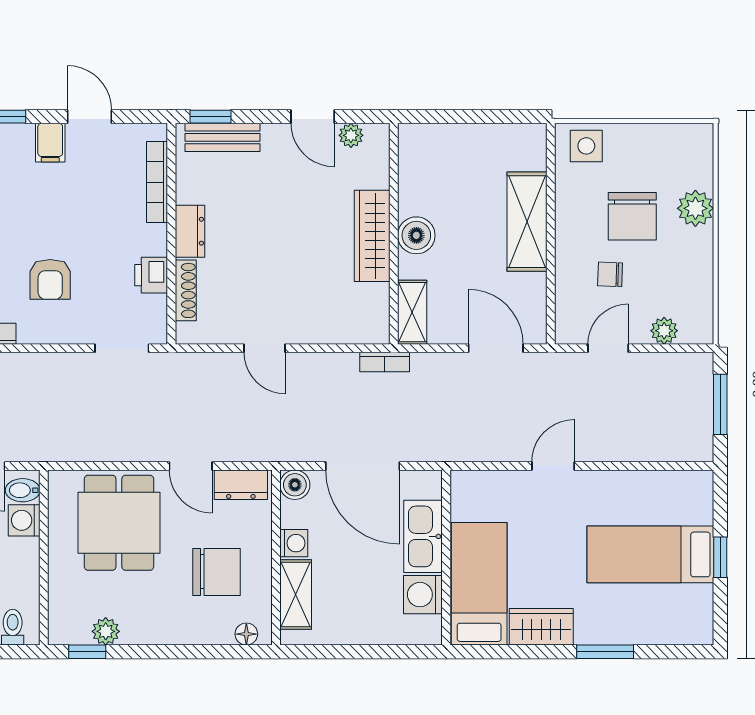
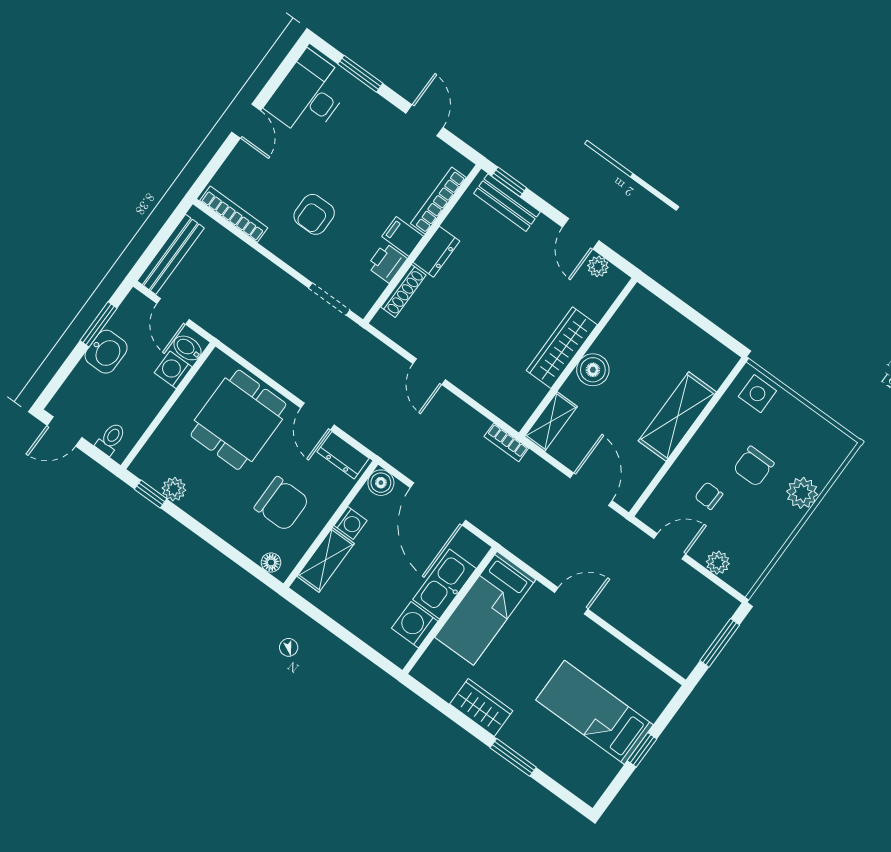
filing cabinet: (50, 143) -> (403, 236), moved, turned 90
chair: (632, 216) -> (754, 466), width x0.73, depth x0.73
bed: (479, 584) -> (485, 608), moved, turned 180

